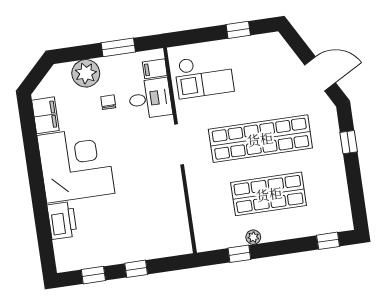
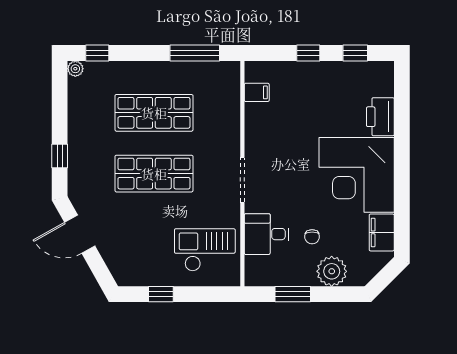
filing cabinet: (155, 69) -> (257, 92), moved
shop shelf: (260, 139) -> (154, 174), width x0.71
plant: (253, 237) -> (75, 69), moved
window: (239, 254) -> (195, 53), width x2.17

